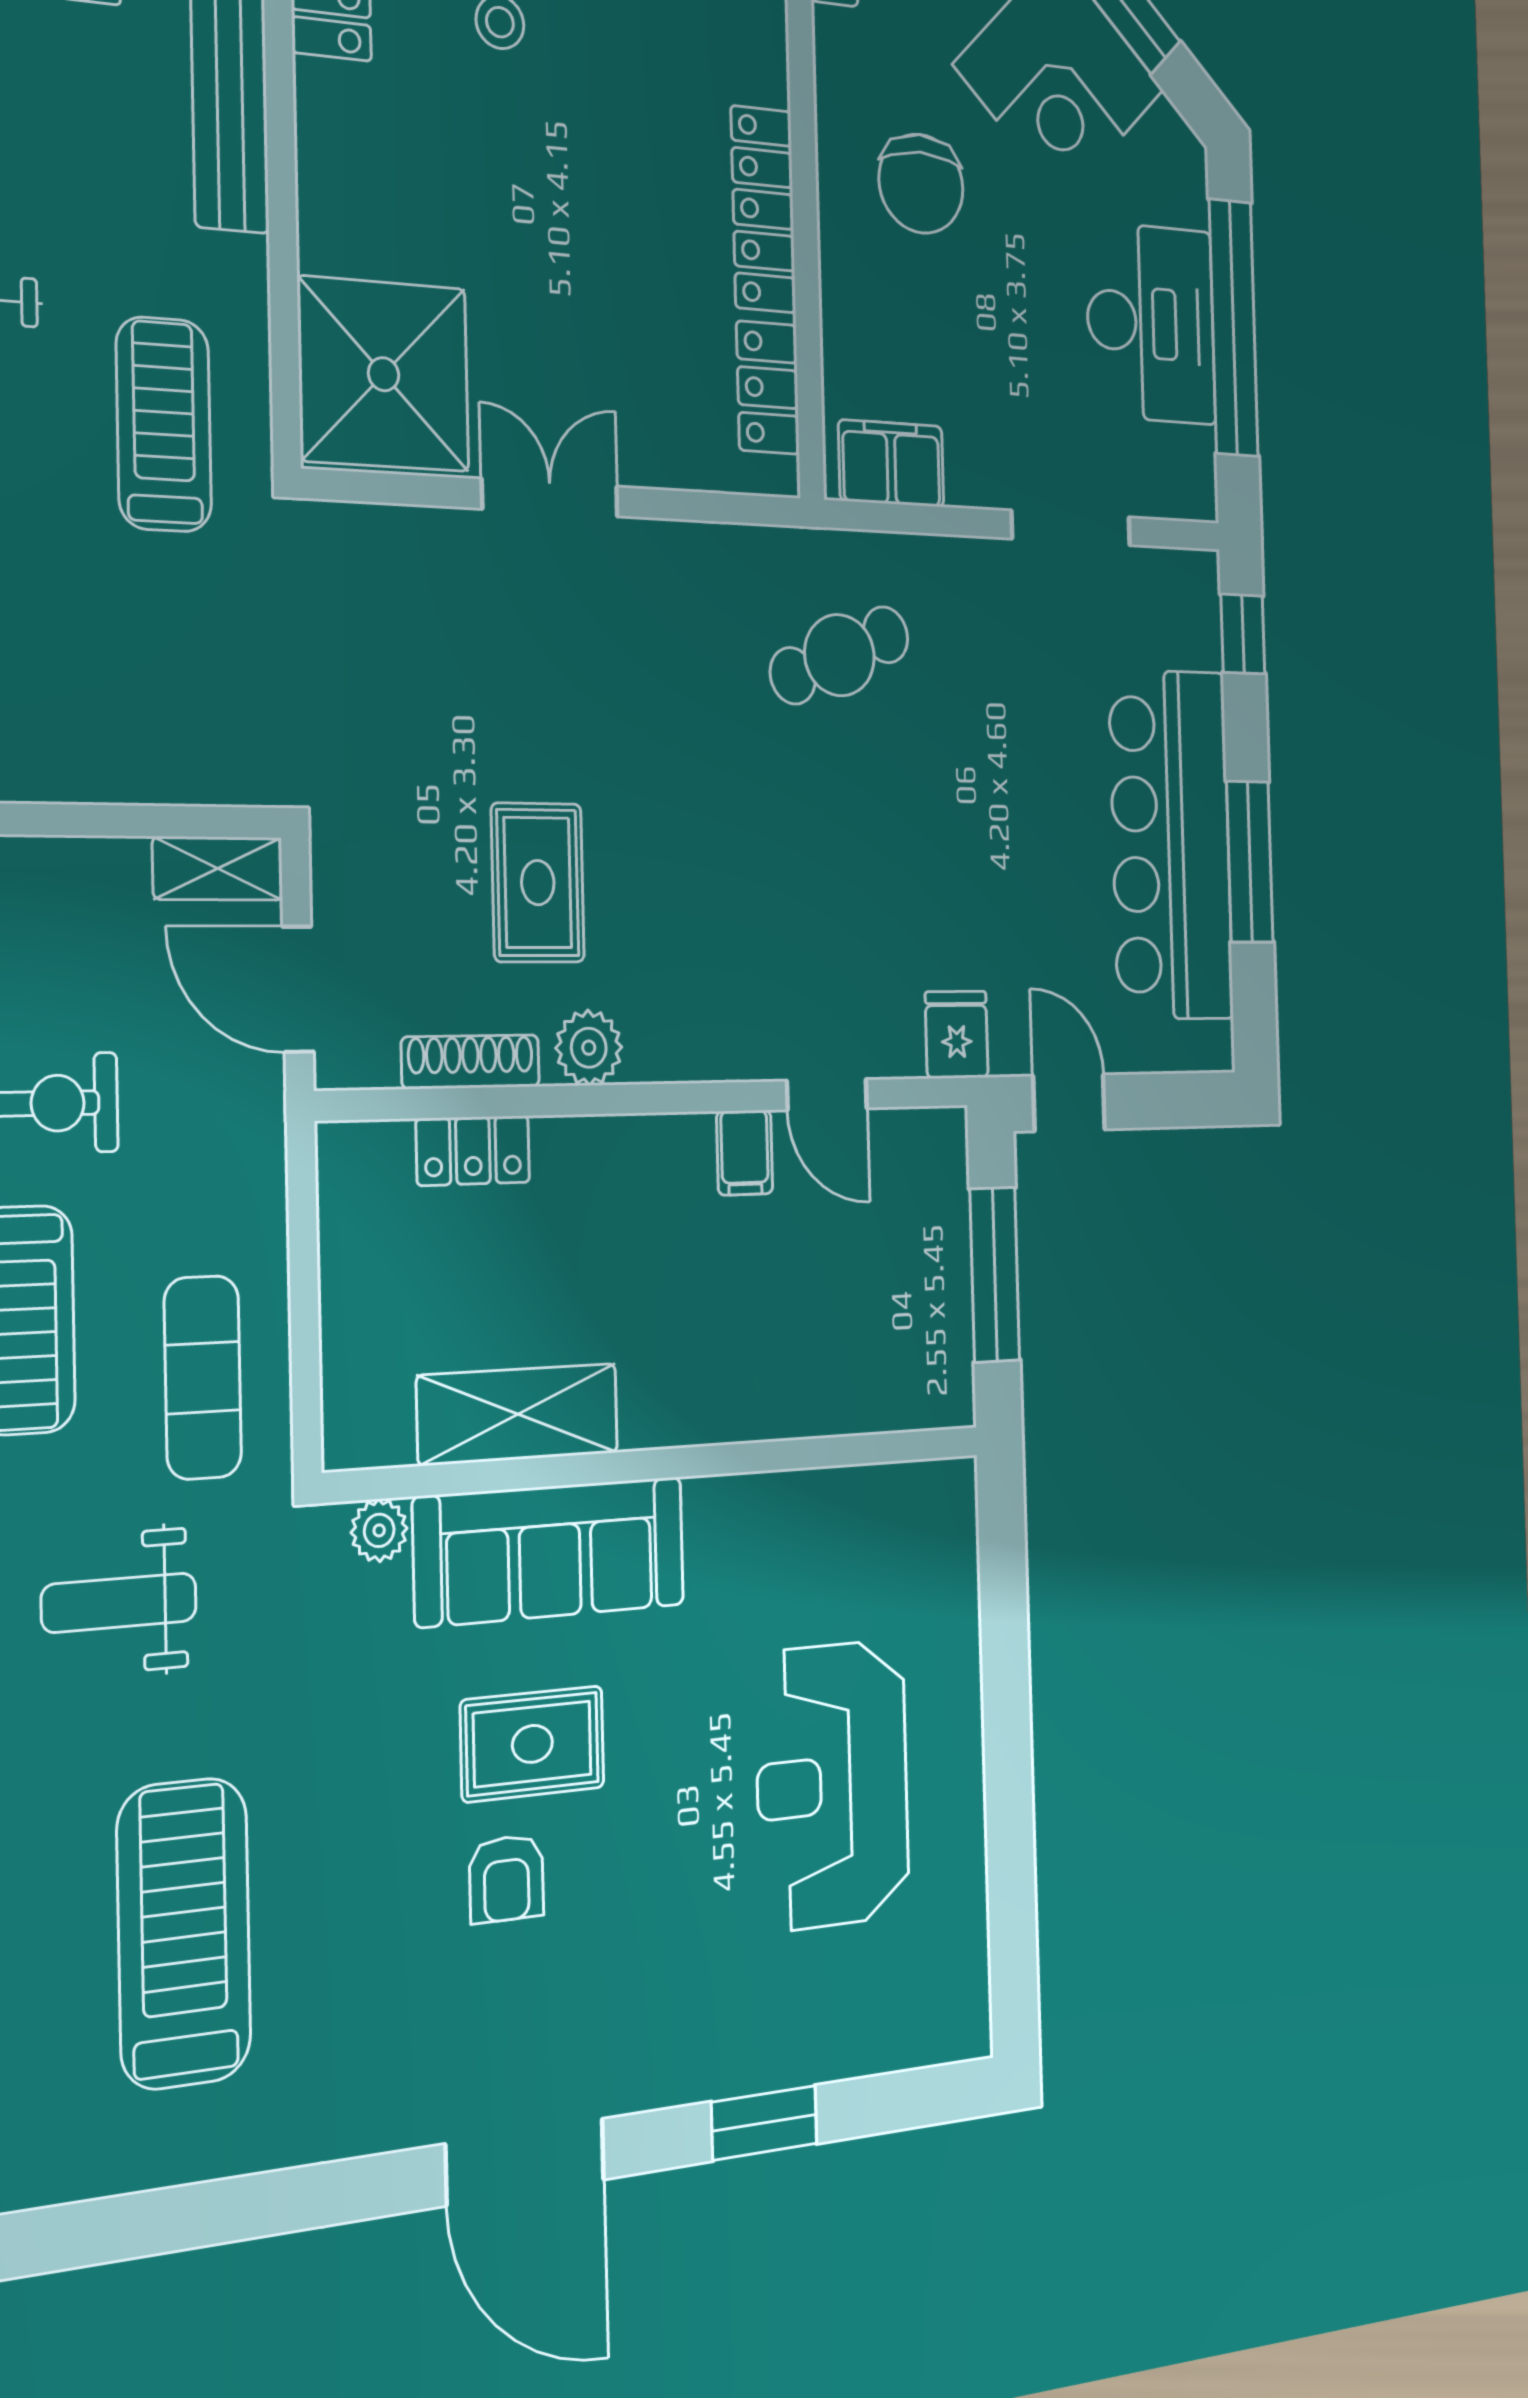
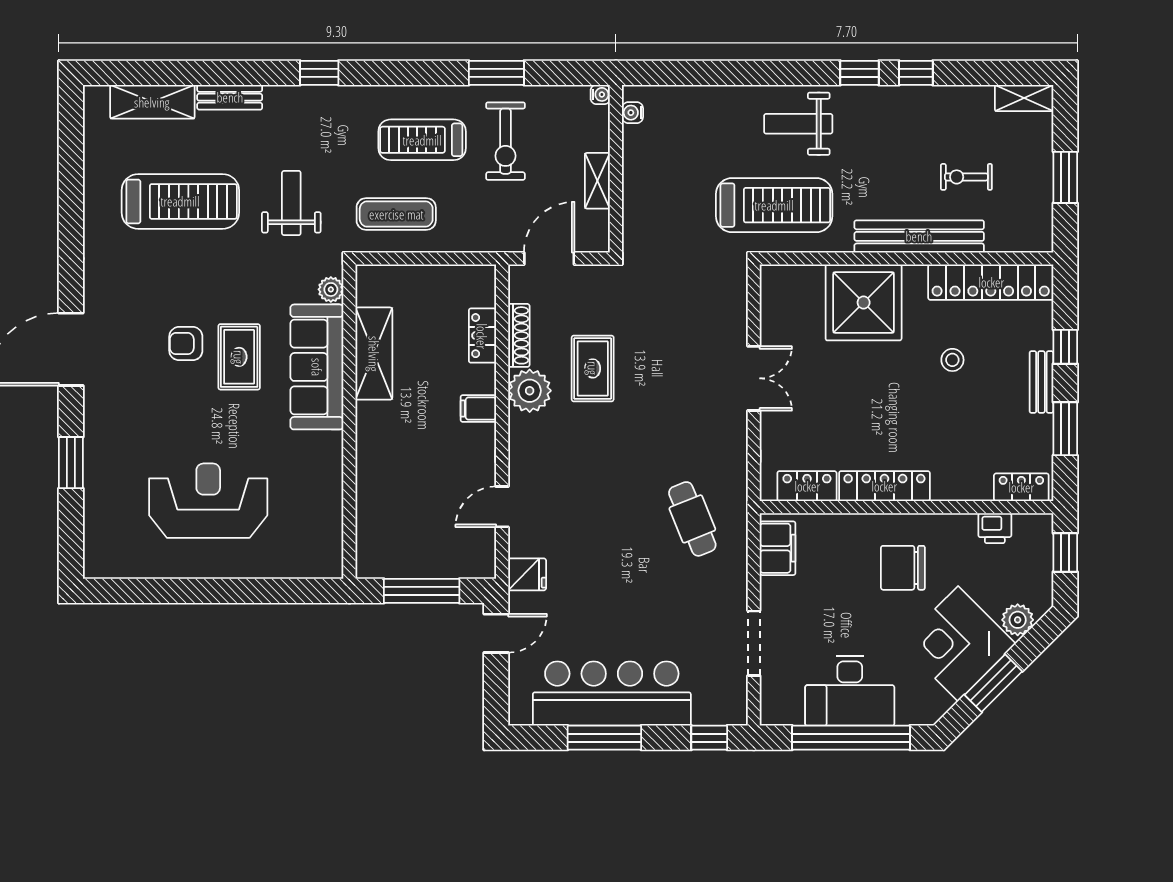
shower: (384, 374) -> (864, 302), moved
treadmill: (164, 424) -> (774, 205), width x1.37, depth x1.38
shelving: (218, 868) -> (597, 181), moved
rug: (538, 883) -> (593, 368), turned 90
plant: (589, 1048) -> (530, 391), width x1.36, depth x1.36
filing cabinet: (745, 1153) -> (478, 409), moved
weight bench: (119, 1603) -> (291, 203), moved

